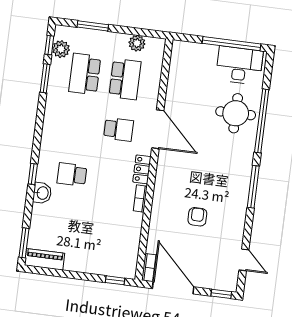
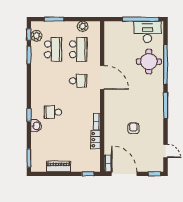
school desk: (85, 74) -> (53, 49), turned 180
locker: (142, 169) -> (96, 140), moved
piano: (45, 259) -> (58, 166), moved

